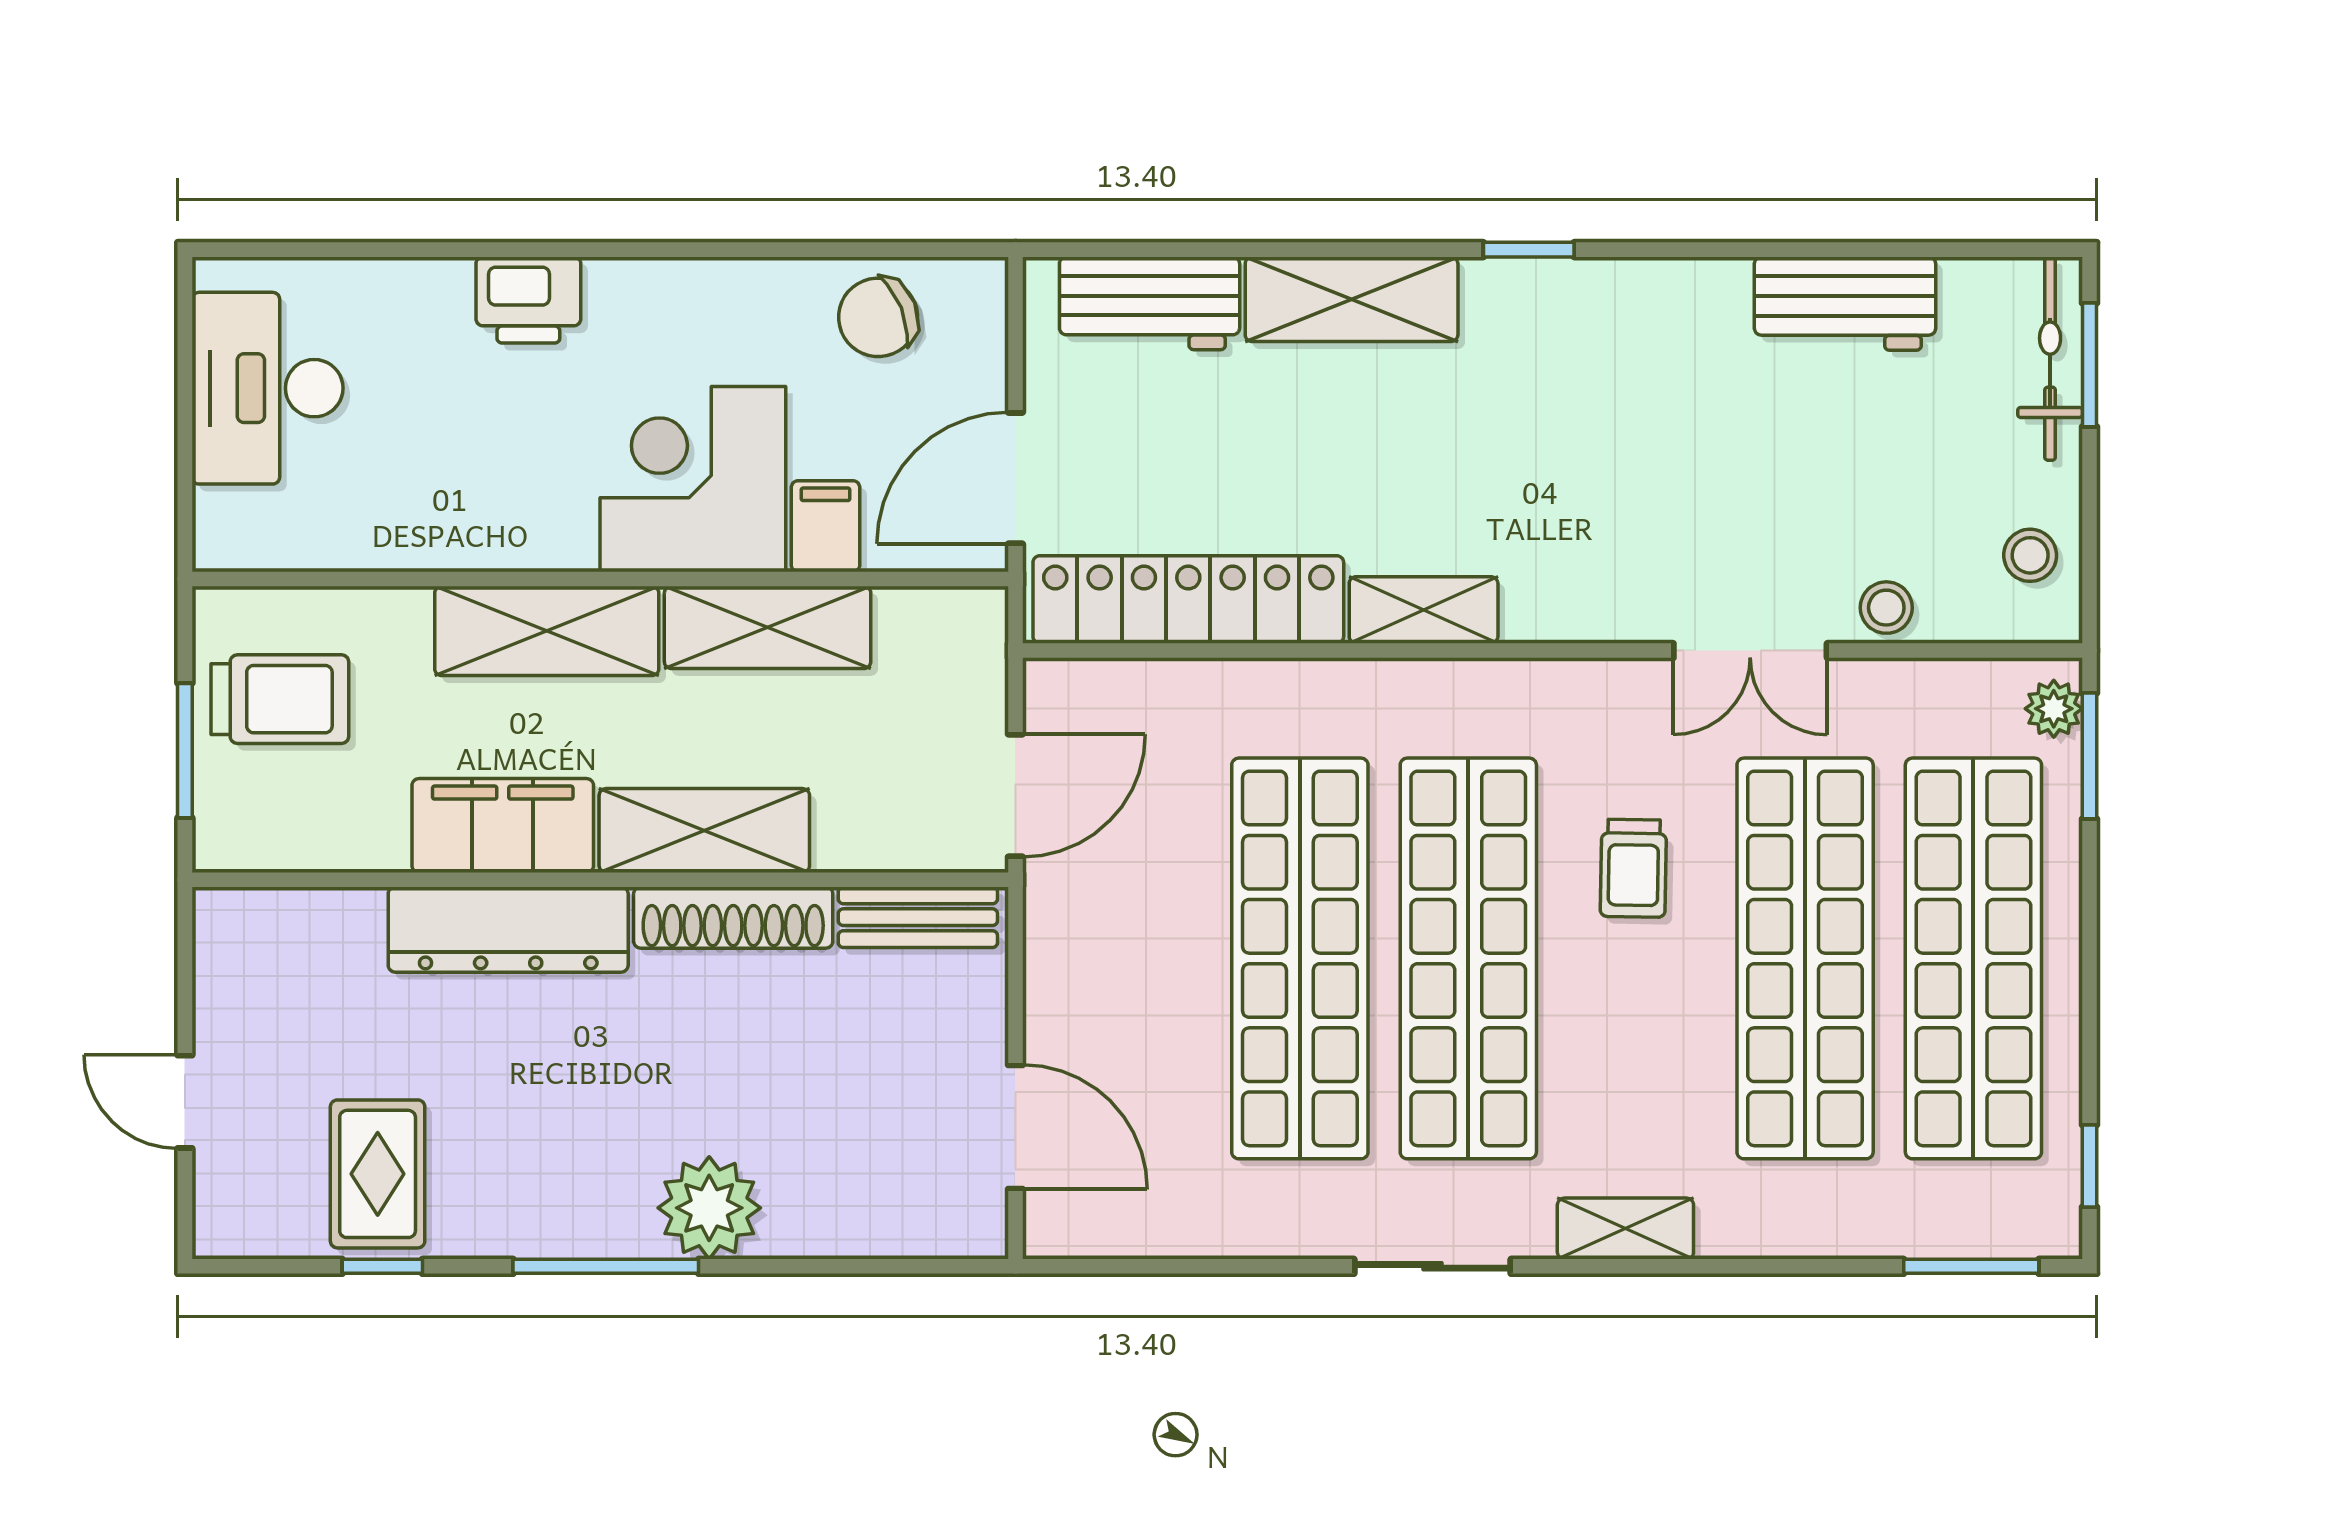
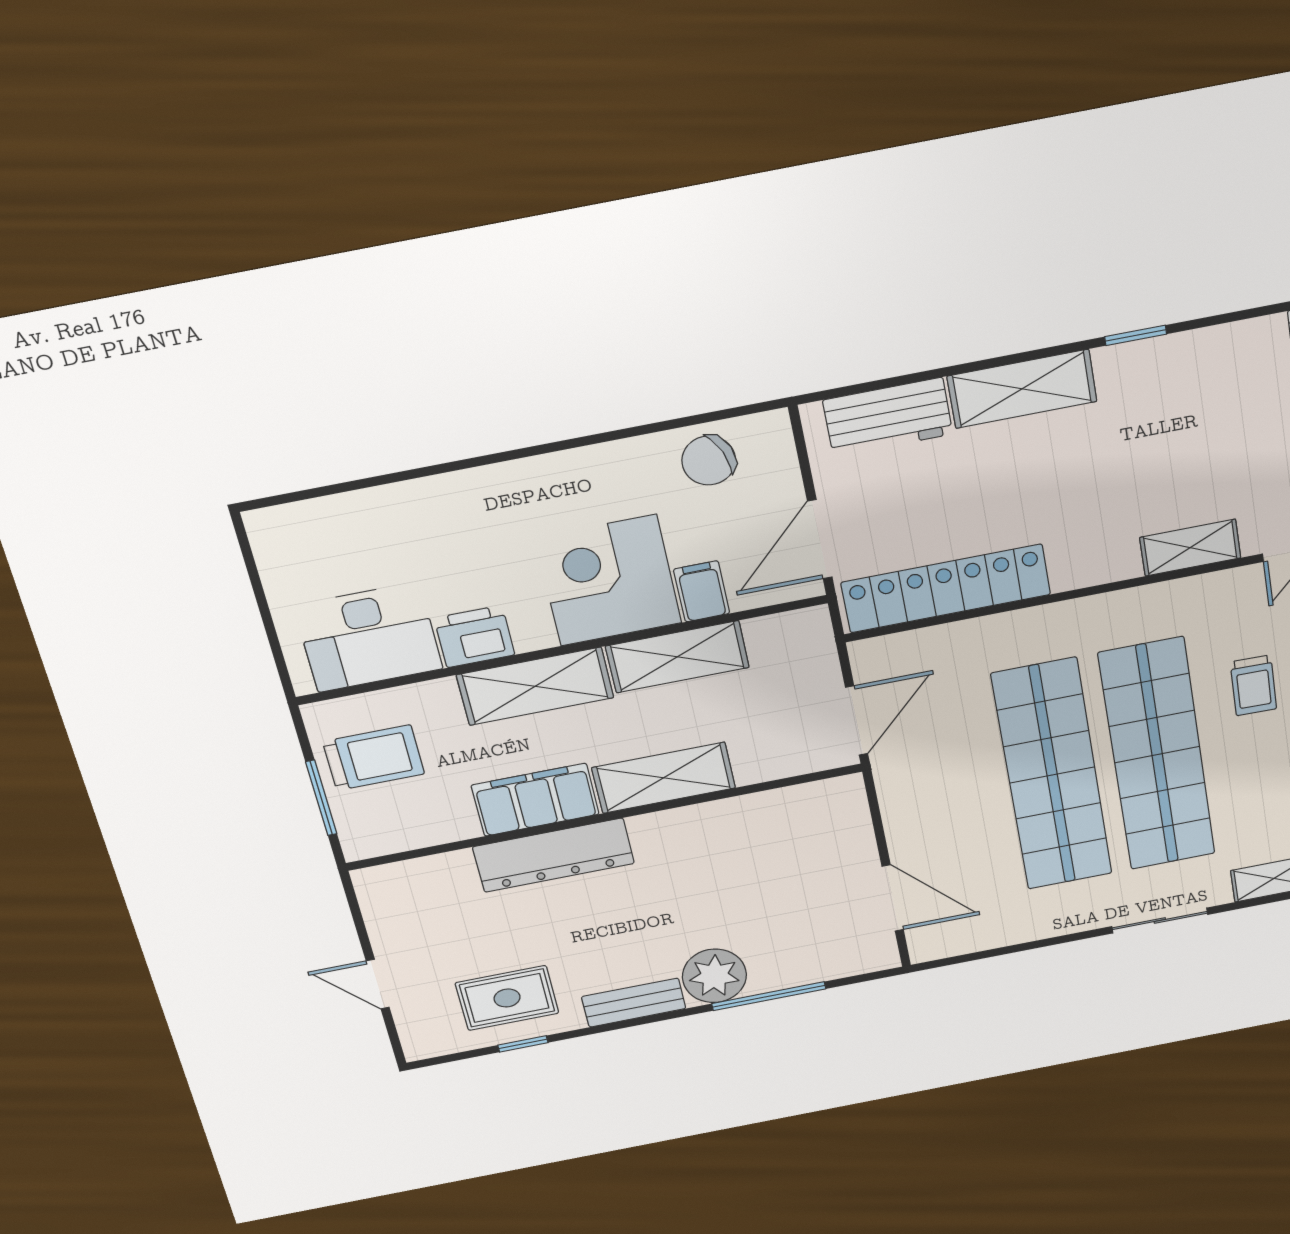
printer: (528, 300) -> (474, 637), moved, turned 180
desk: (267, 388) -> (369, 637), moved, turned -90
shelving: (1424, 610) -> (1190, 548), moved
bench: (918, 917) -> (634, 1003), moved
shoe rack: (733, 918) -> (693, 821), removed
rug: (378, 1174) -> (507, 998), turned 90
window: (606, 1266) -> (769, 996), moved

